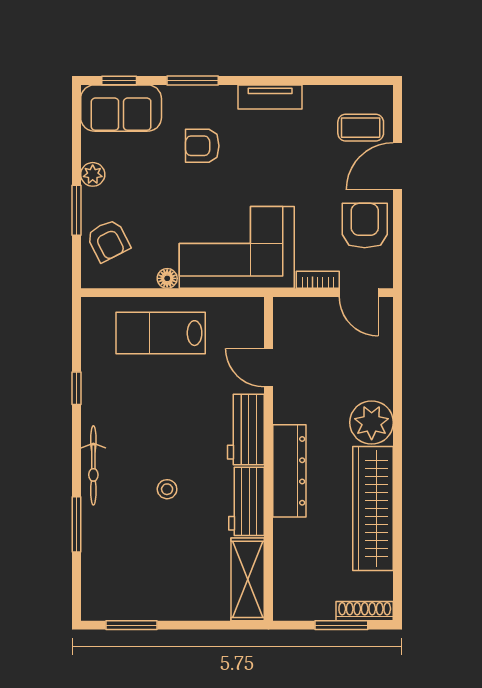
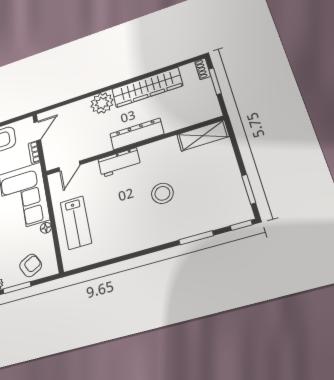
door: (269, 368) -> (69, 166), moved
window: (76, 388) -> (241, 225), moved
bicycle: (93, 465) -> (158, 238), removed
stool: (167, 489) -> (162, 193), width x1.89, depth x1.89
workbench: (247, 501) -> (159, 150), removed
shoe rack: (365, 611) -> (203, 69), width x0.70

